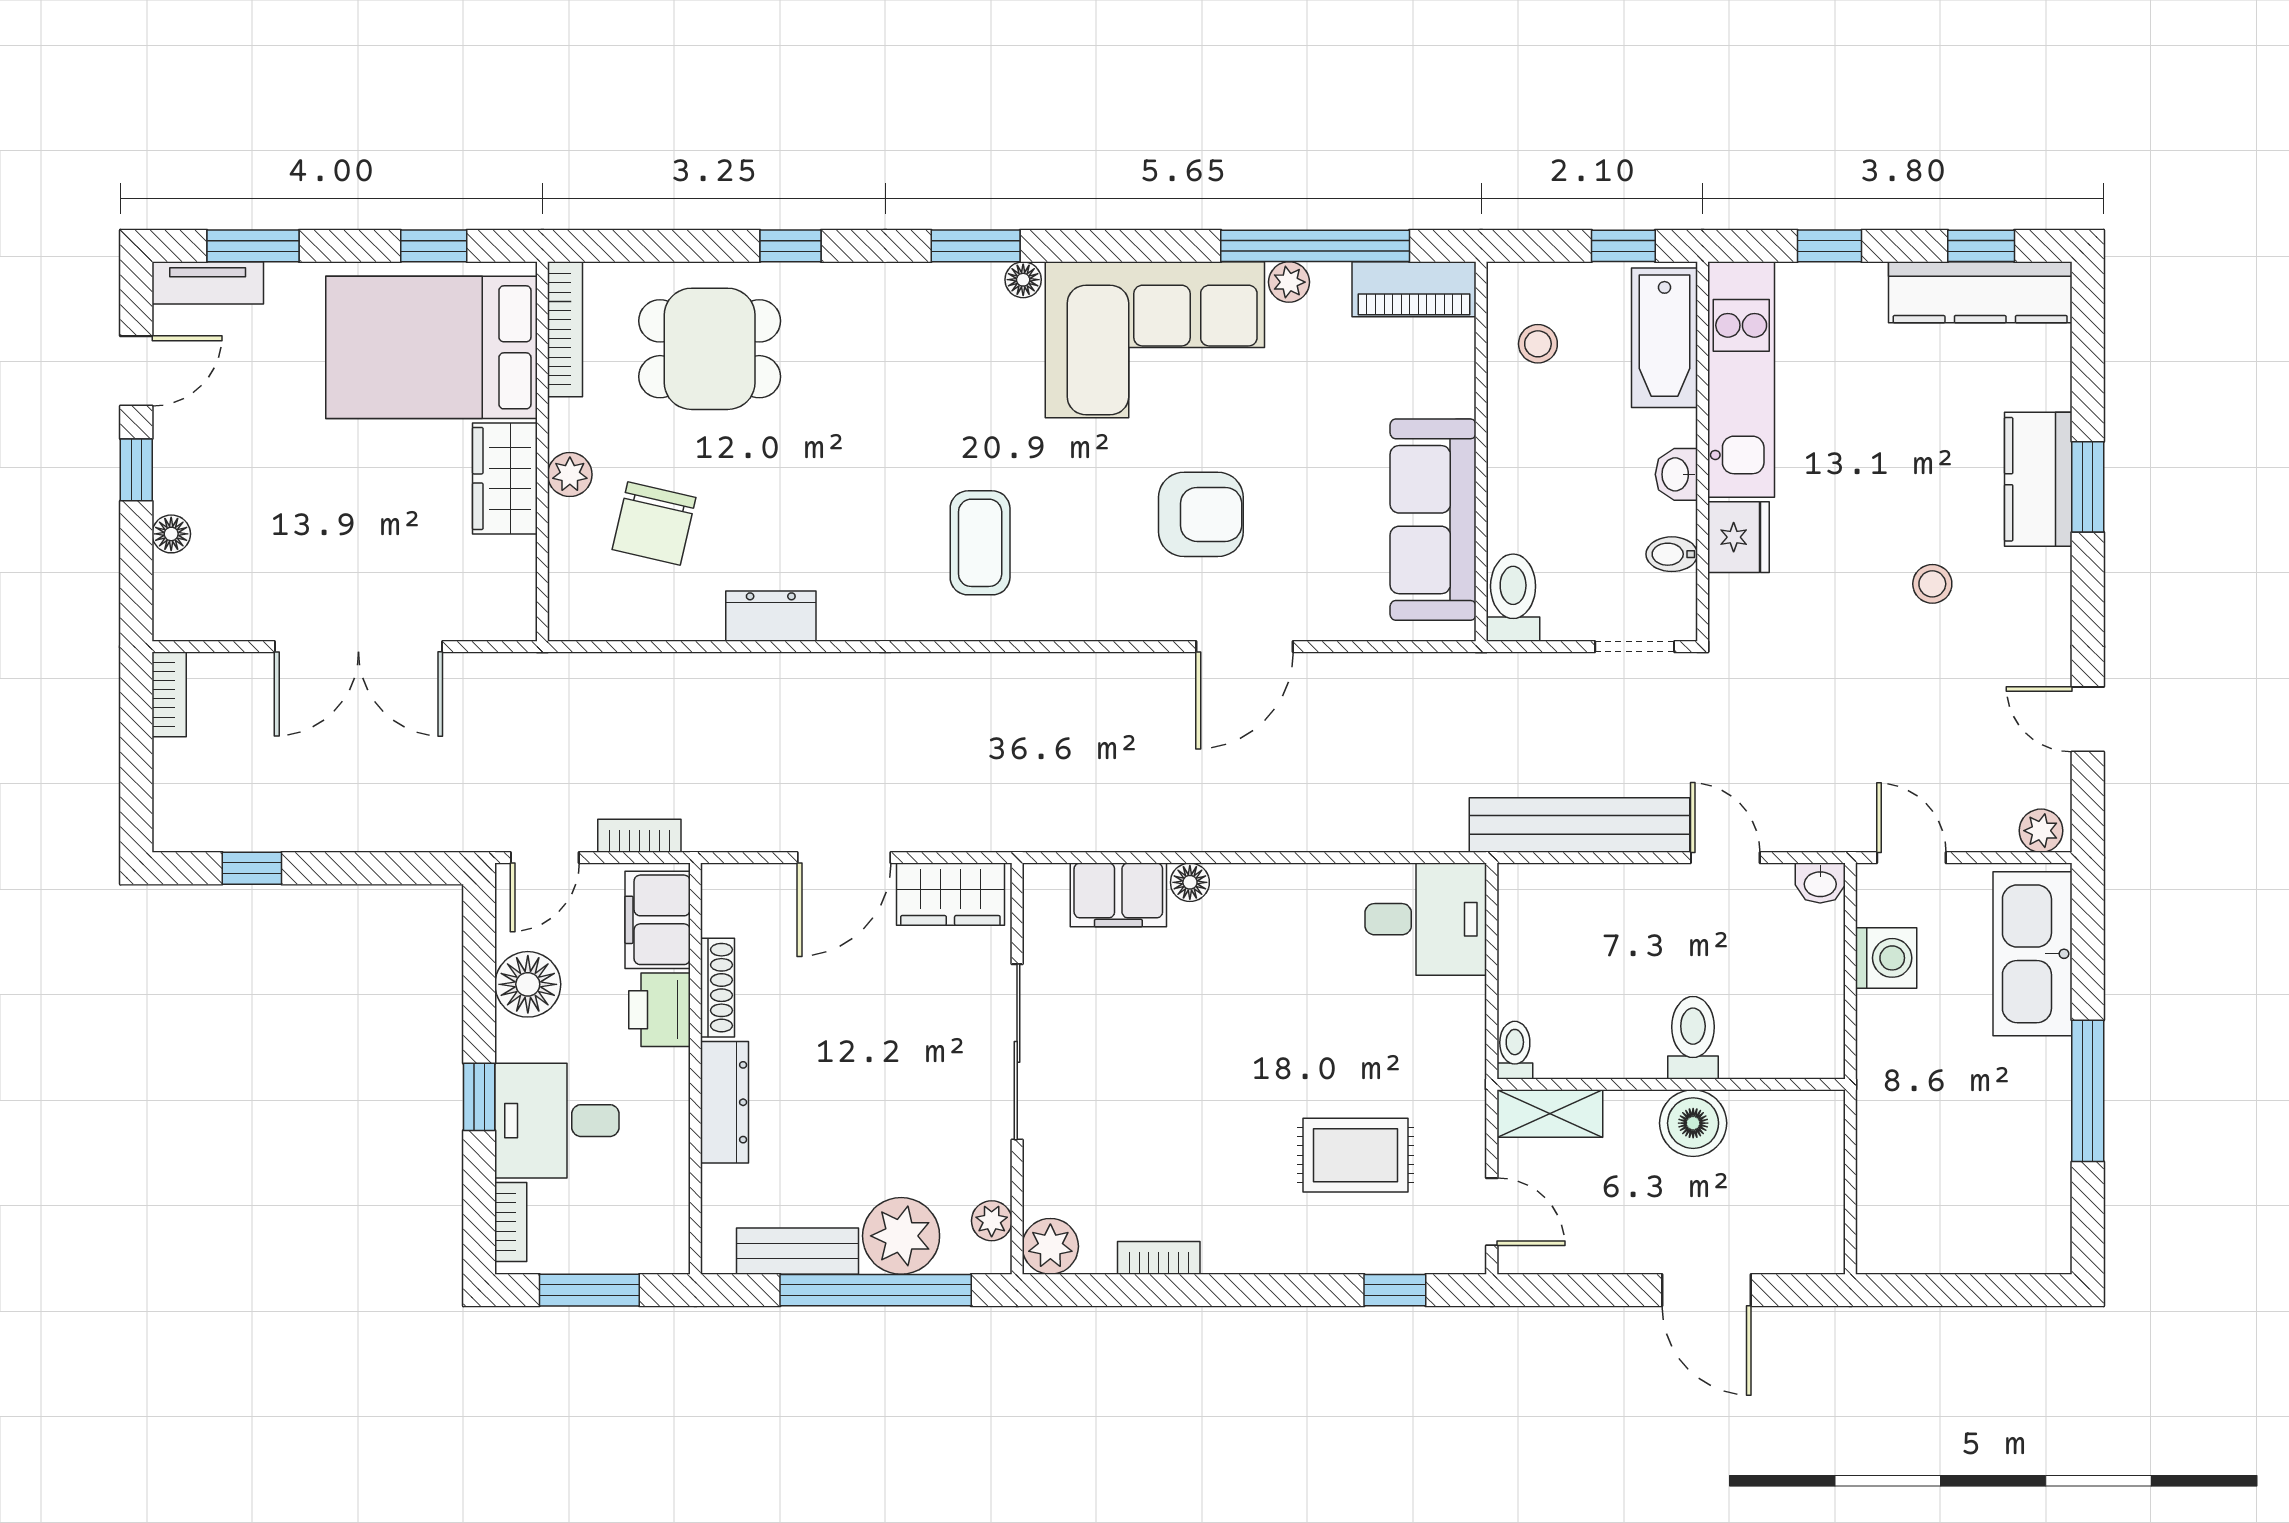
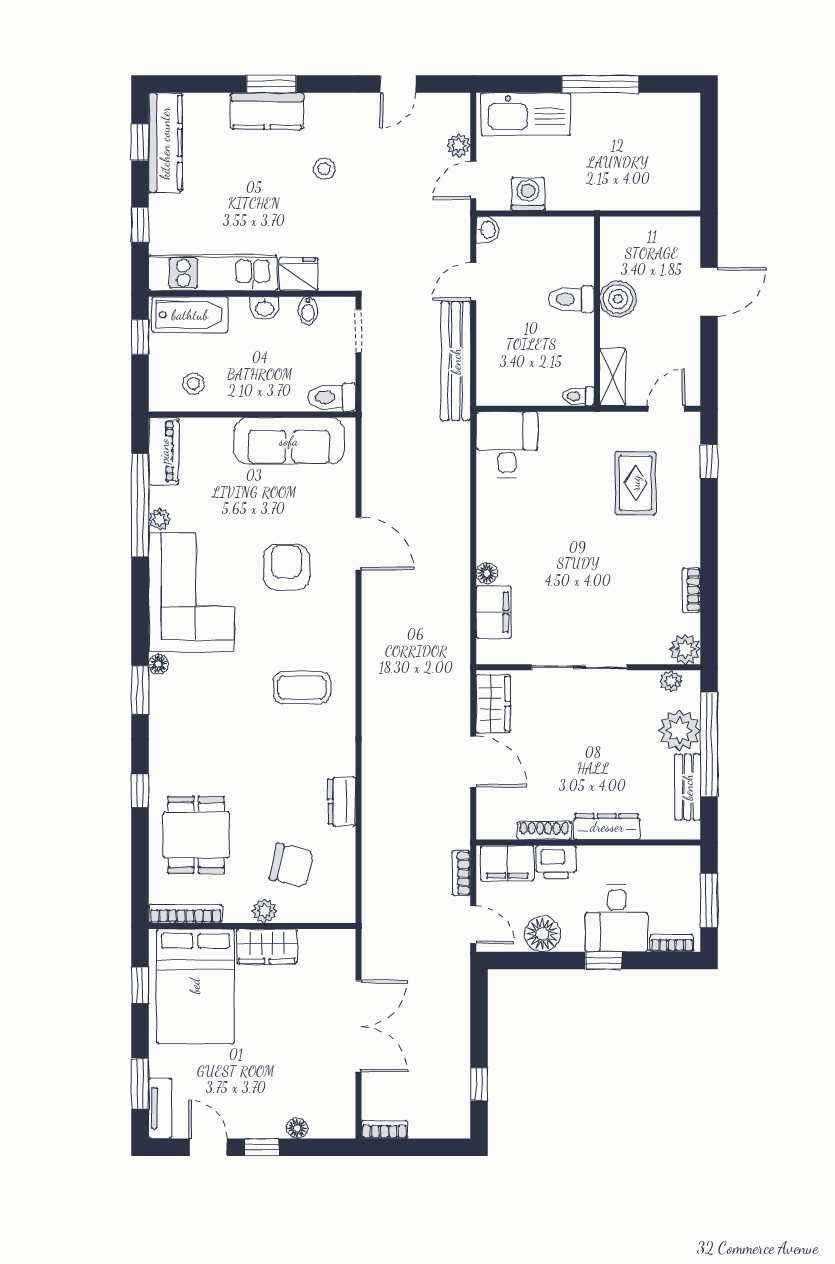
plant: (2041, 831) -> (459, 145), moved

